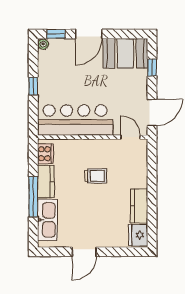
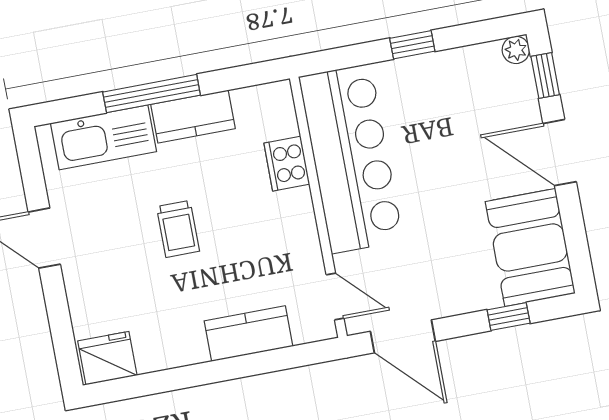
door: (130, 137) -> (335, 296), hinge flipped
cooker: (45, 154) -> (287, 164), moved, turned 90
trolley: (96, 176) -> (178, 229), moved
kitchen counter: (139, 206) -> (248, 334), moved

